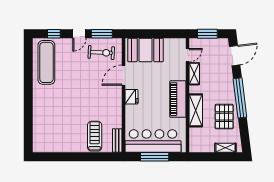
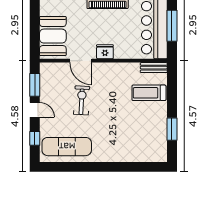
exercise bike: (101, 53) -> (82, 100), moved
window: (62, 157) -> (172, 129), added

